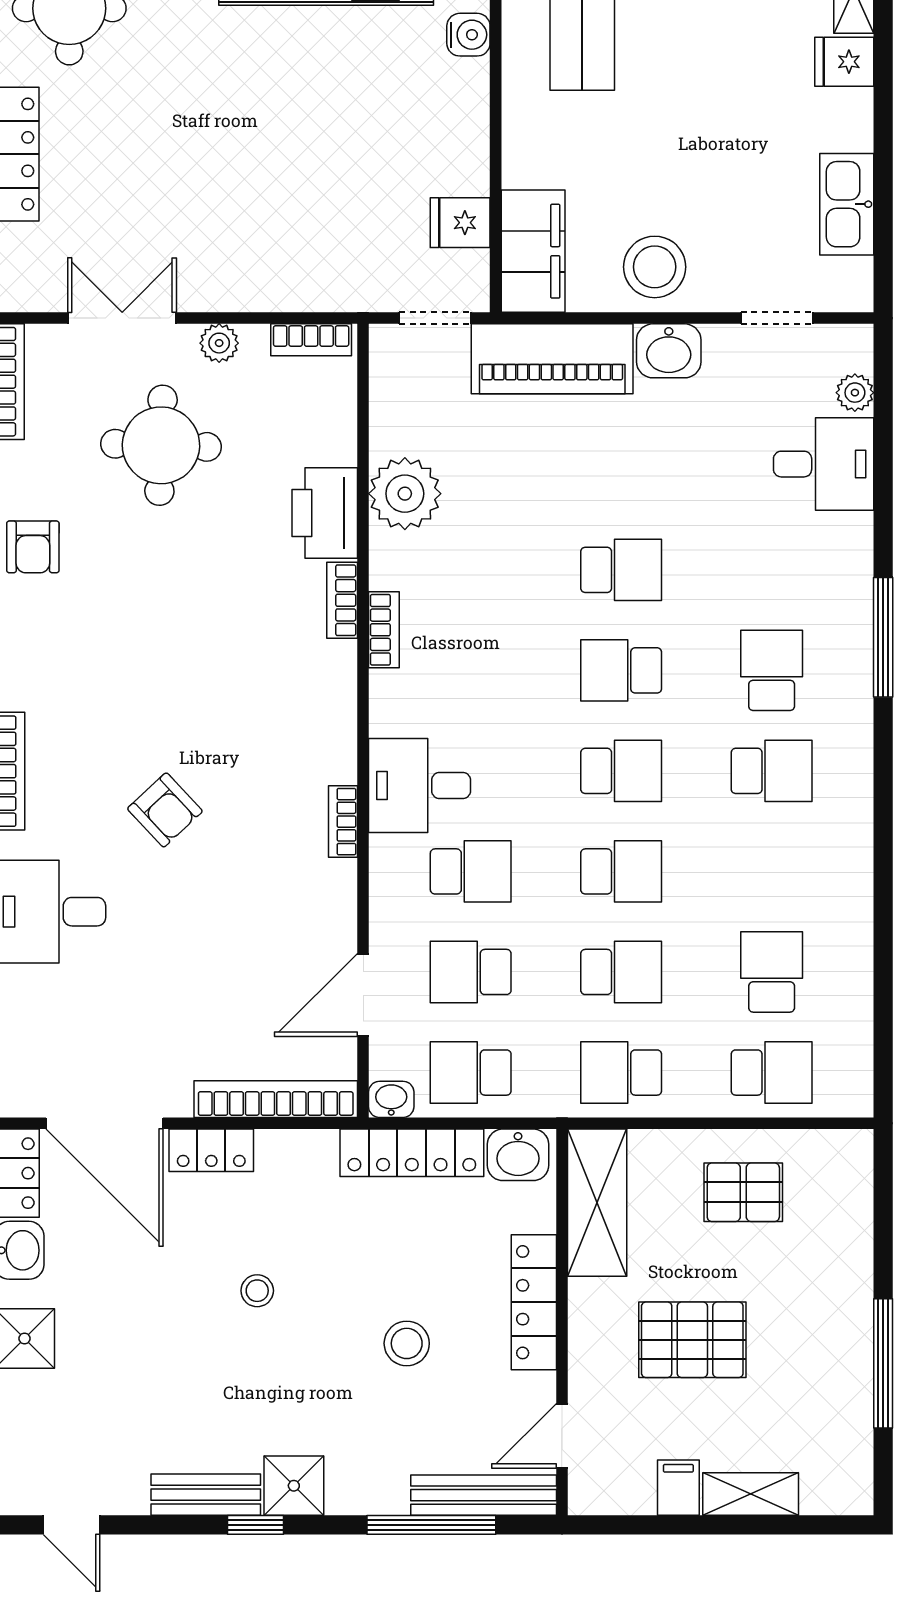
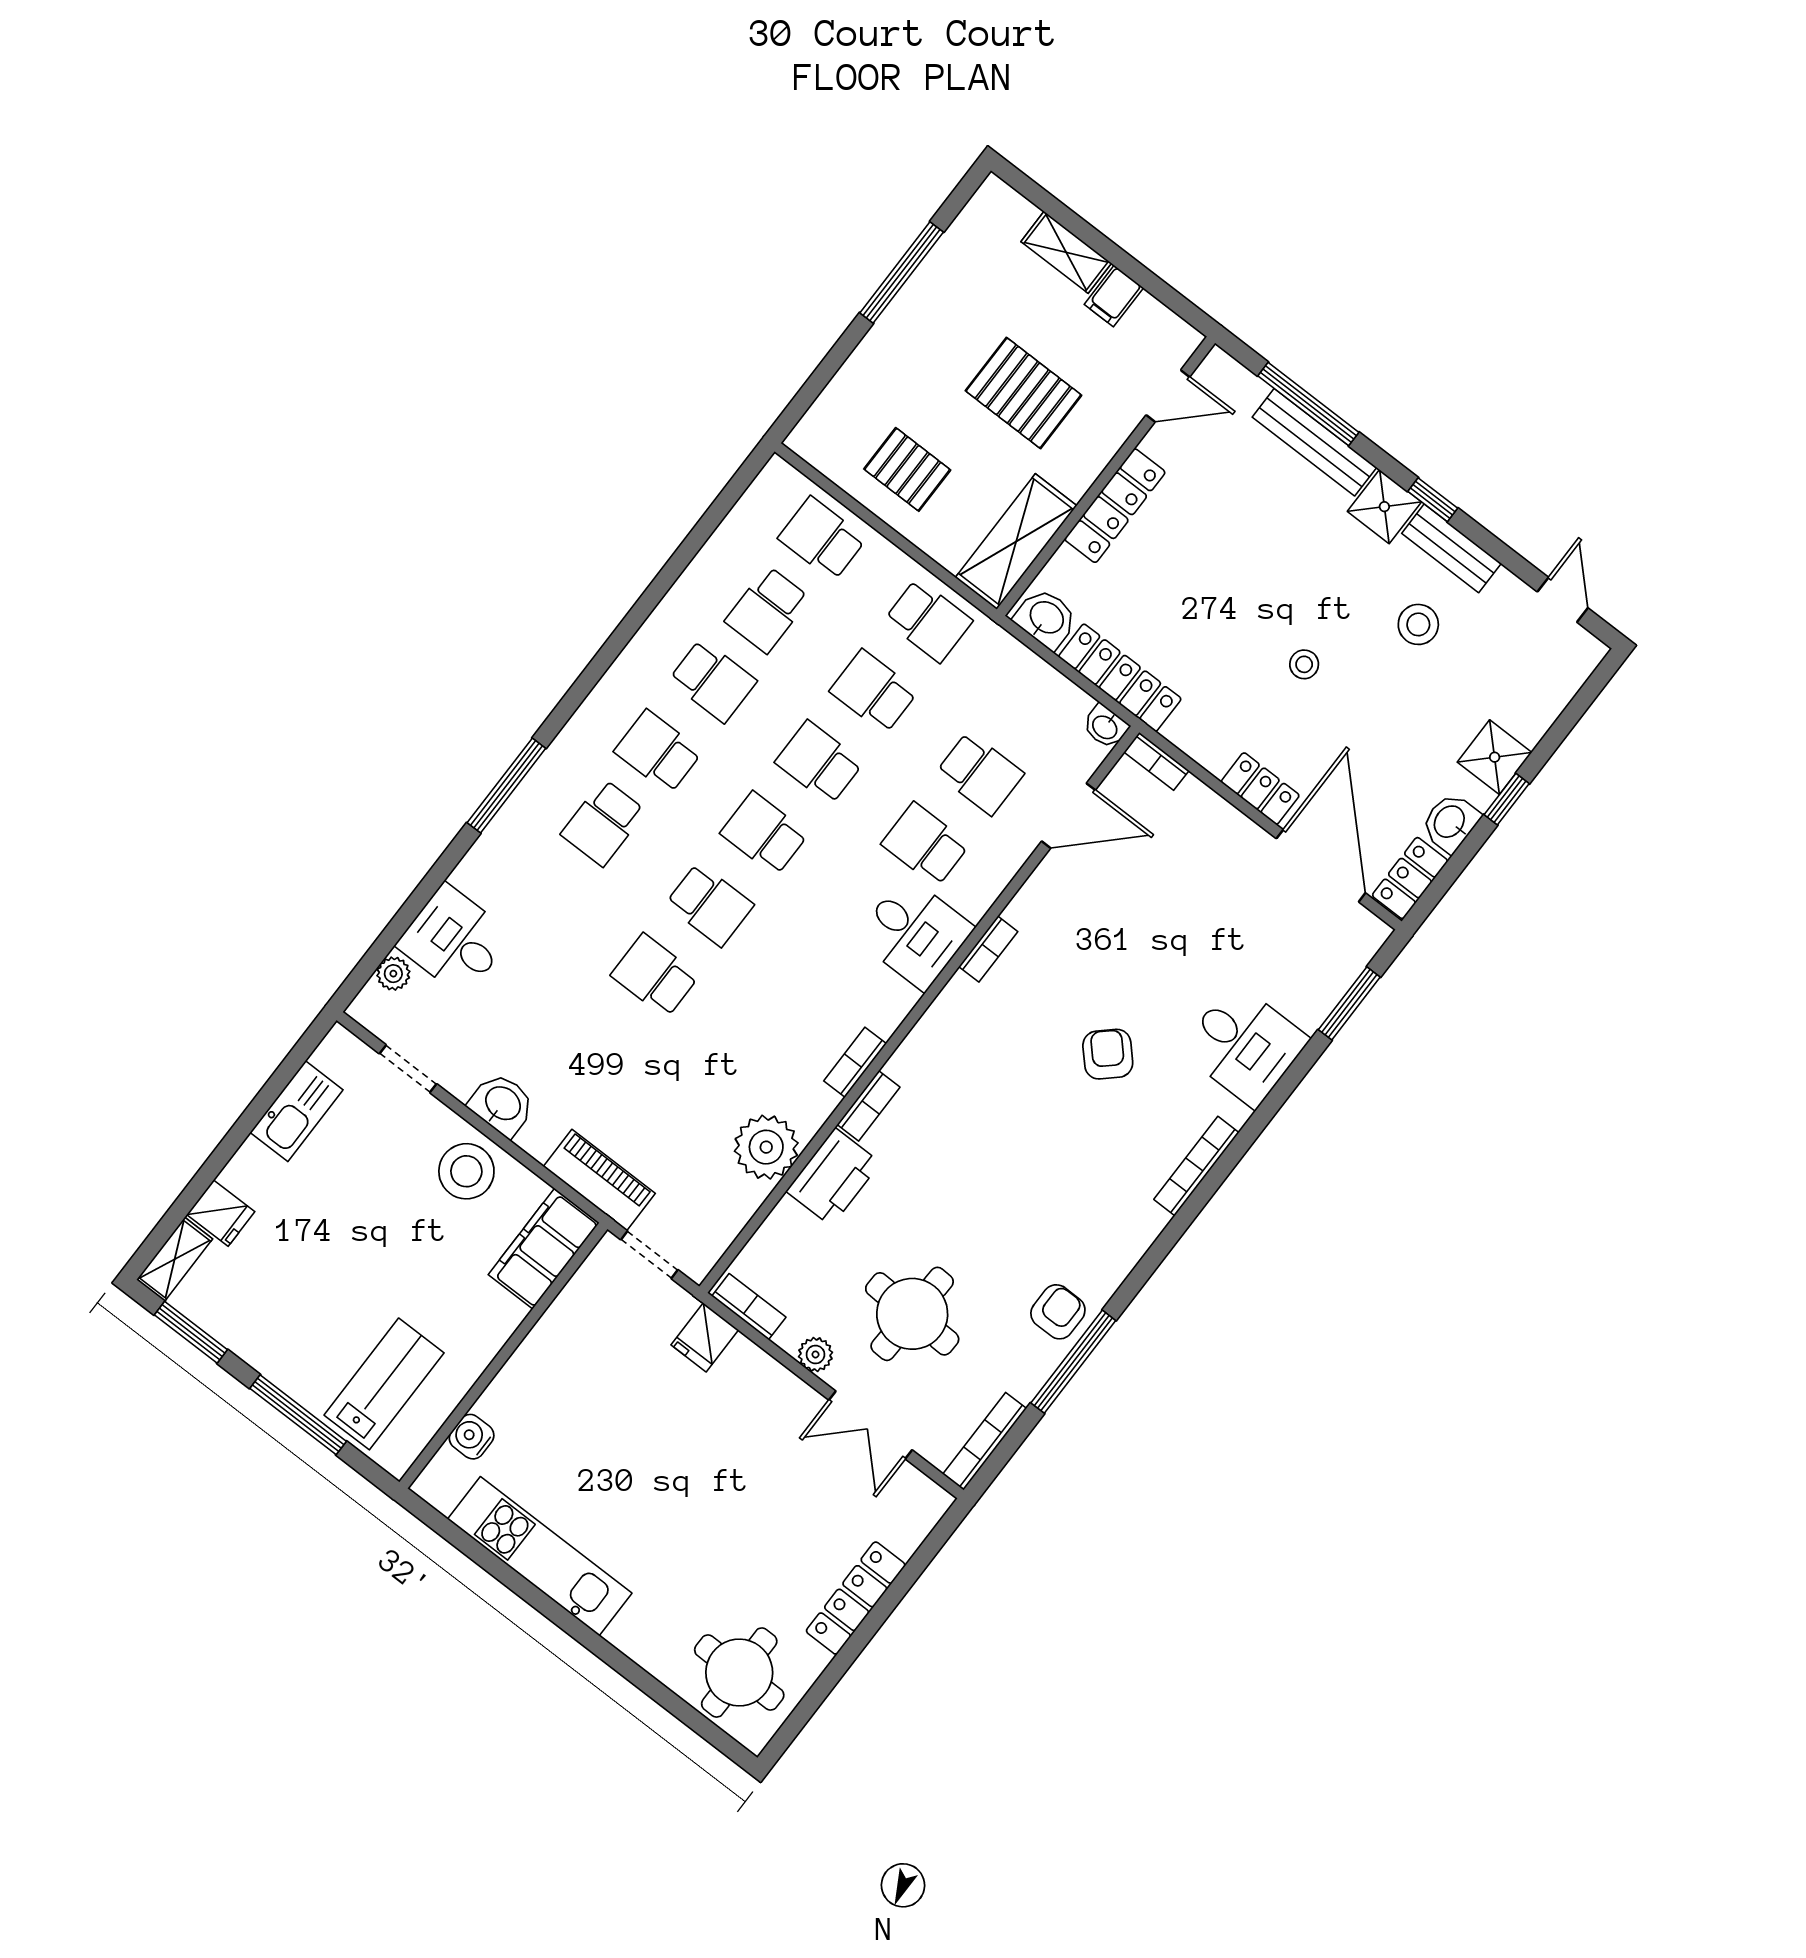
fridge: (460, 223) -> (705, 1337), moved, turned 90
piano: (552, 359) -> (599, 1180), width x0.73, depth x0.75
school desk: (471, 1073) -> (713, 681), moved
bookcase: (276, 1099) -> (1156, 761), width x0.43, depth x0.76
stool: (407, 1343) -> (1418, 624), moved
bench: (484, 1495) -> (1314, 442), moved

